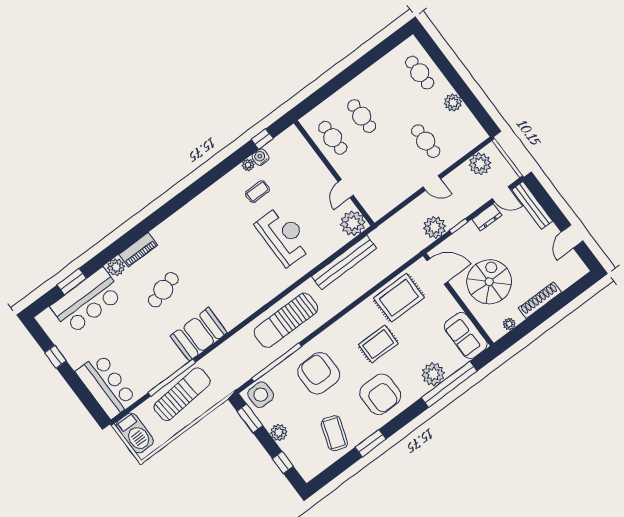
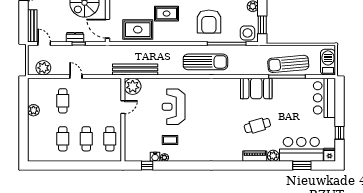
cafe table: (420, 73) -> (63, 139), moved
dresser: (487, 217) -> (75, 37), moved
plant: (435, 227) -> (92, 52), removed
bench: (344, 262) -> (135, 69), moved
fridge: (48, 320) -> (329, 155), added

